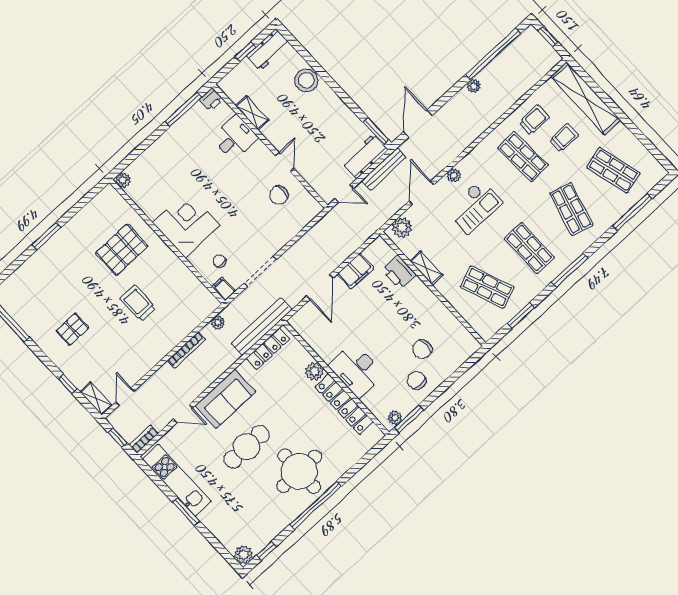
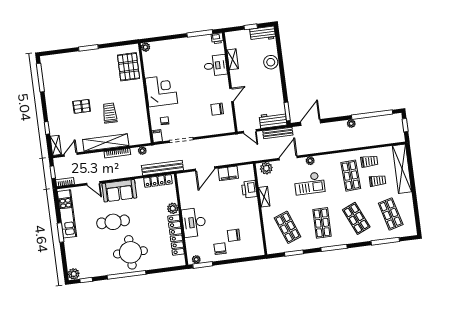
shop shelf: (571, 209) -> (356, 218), turned -39
pallet: (122, 250) -> (129, 67), moved, turned 90
pallet: (72, 329) -> (82, 106), moved
shelving: (161, 347) -> (106, 143), added

